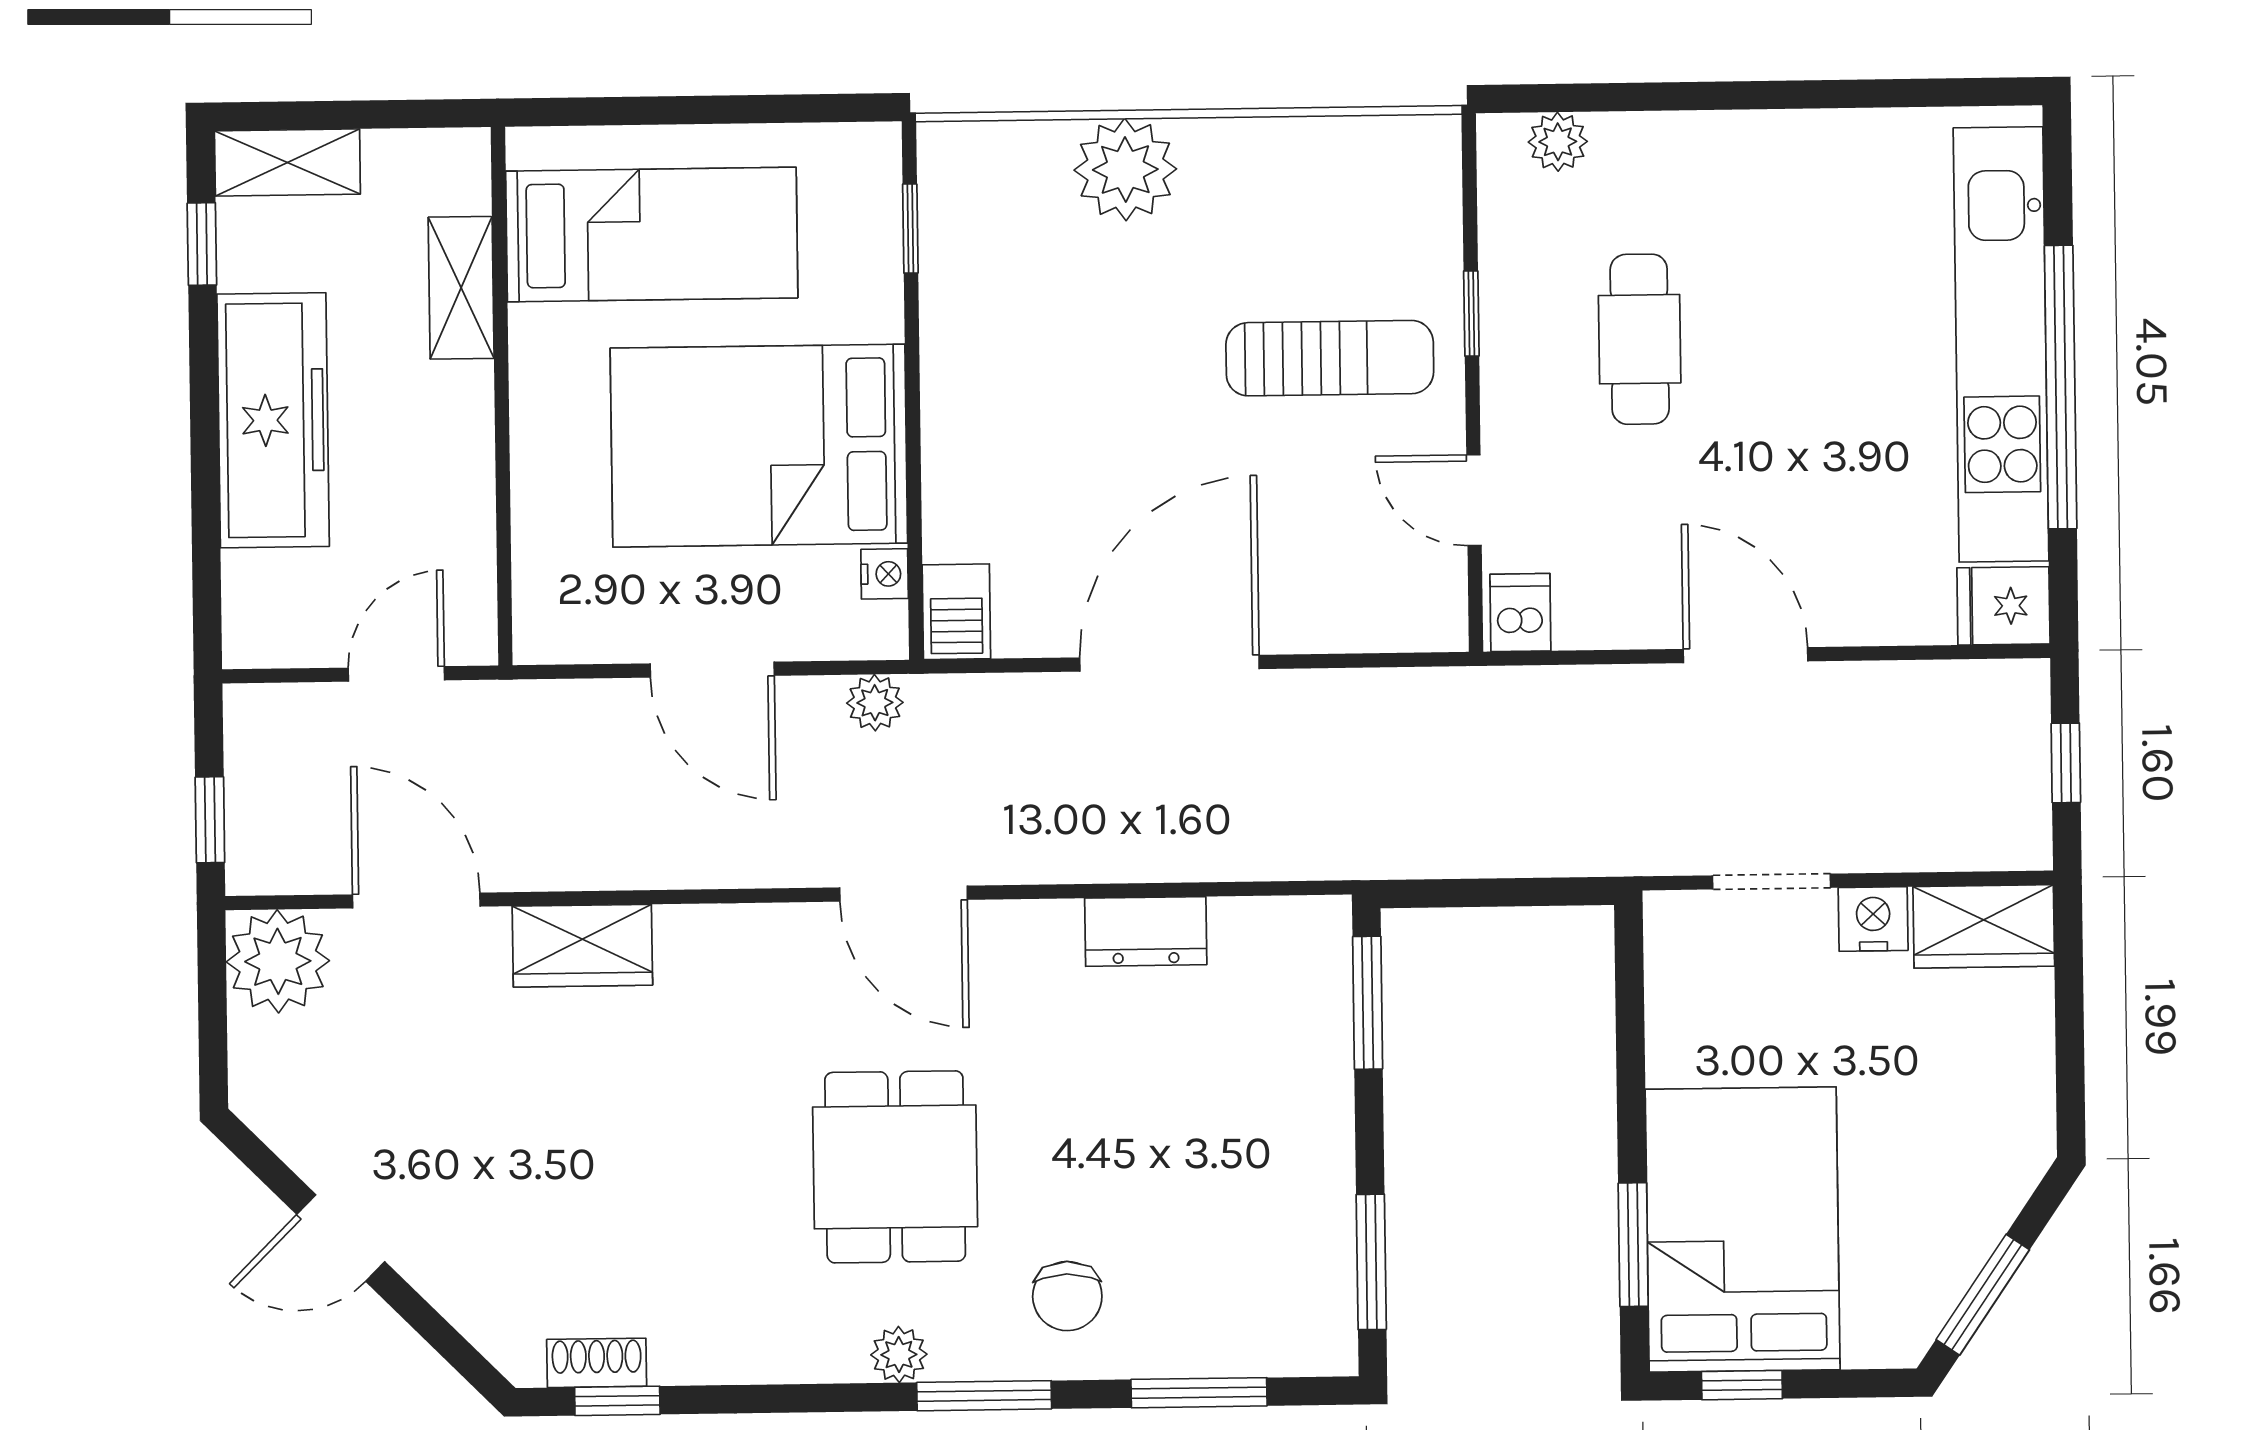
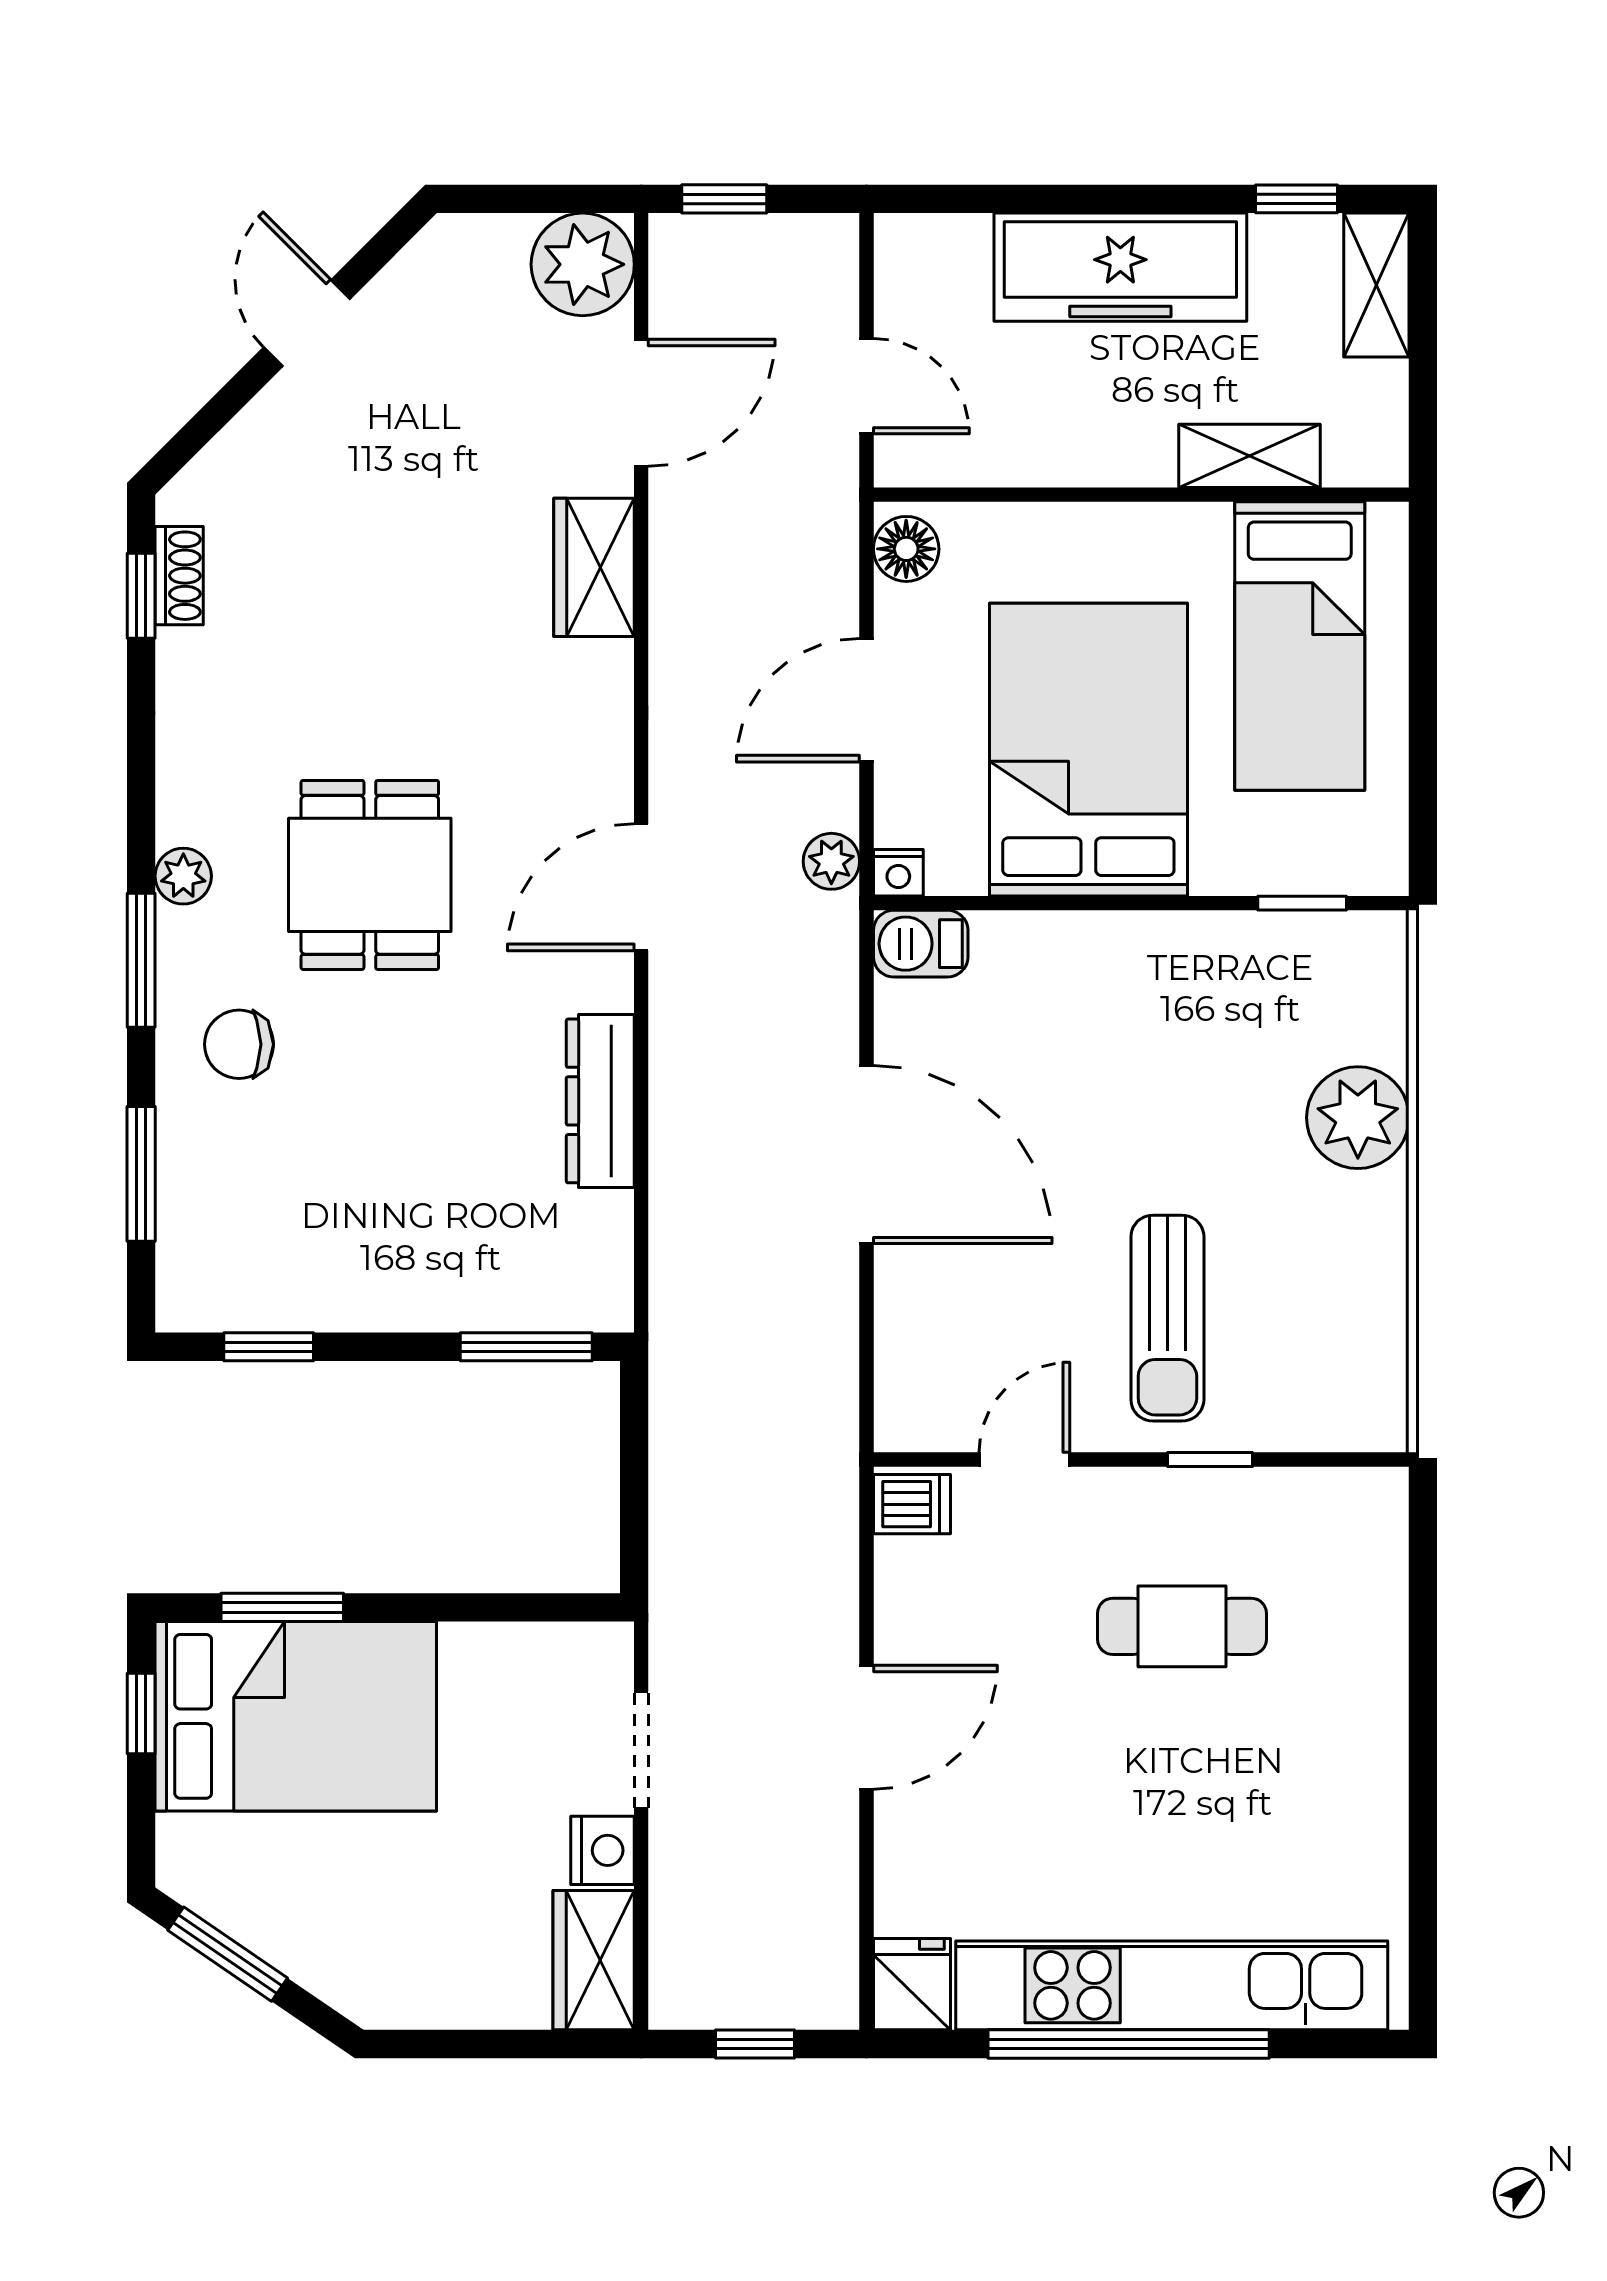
plant: (1558, 142) -> (1379, 1548), removed
nightstand: (885, 574) -> (898, 873), moved
floor lamp: (560, 632) -> (906, 549), added
dresser: (1146, 931) -> (600, 1101), width x1.44
dining table: (895, 1167) -> (370, 875), turned 90
window: (1371, 1262) -> (269, 1347), width x0.67

